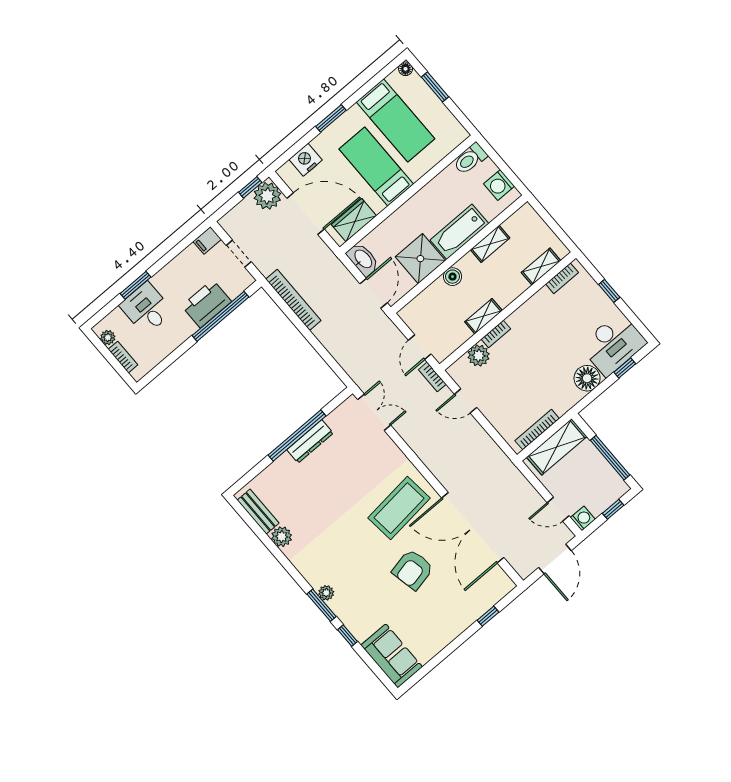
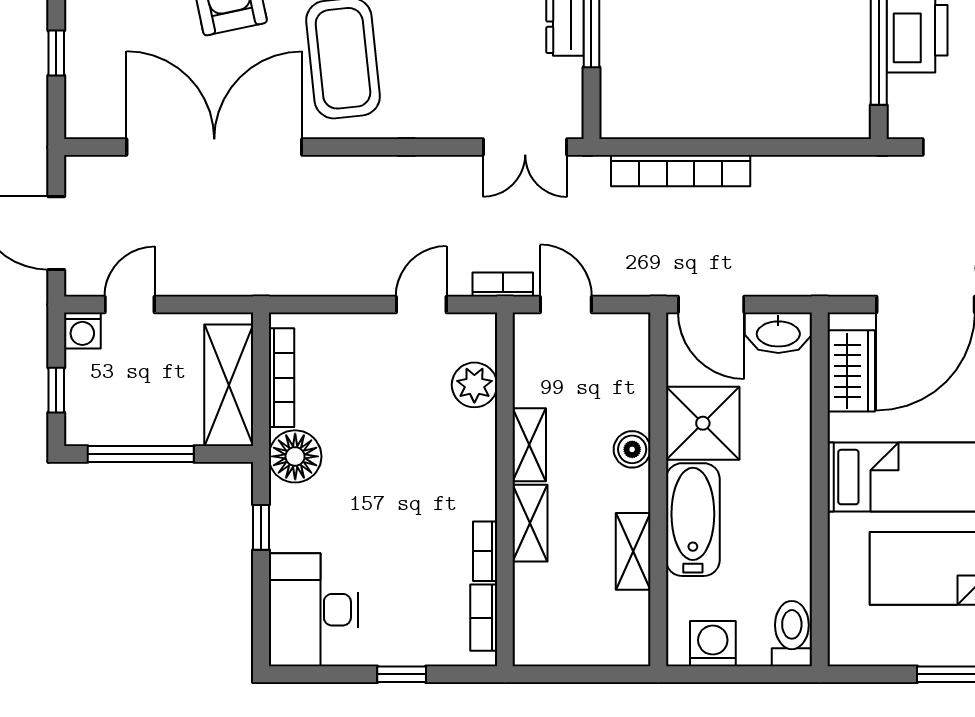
shelving: (541, 267) -> (530, 523), moved
bookcase: (293, 300) -> (681, 171), moved
bookcase: (496, 334) -> (485, 551), moved
window: (625, 368) -> (261, 527), moved
floor lamp: (587, 378) -> (295, 456), moved

